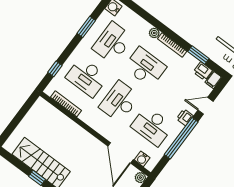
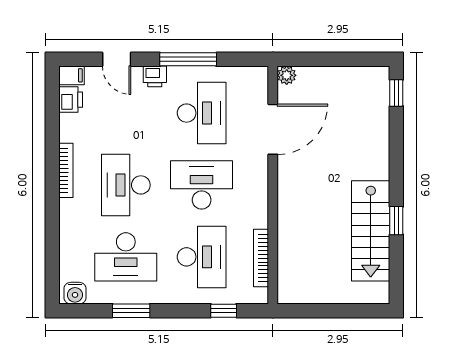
plant: (154, 33) -> (68, 208), removed
window: (198, 55) -> (52, 123), removed
desk: (119, 102) -> (202, 185), turned 180
window: (181, 138) -> (188, 59), width x0.68
water cooler: (142, 159) -> (258, 93), removed

